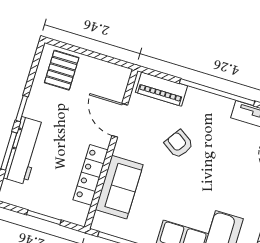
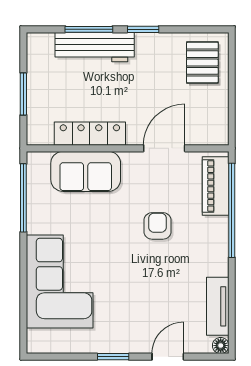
pallet: (62, 70) -> (202, 63), turned 90
window: (217, 92) -> (232, 210), moved
armchair: (179, 144) -> (157, 226), turned -34

